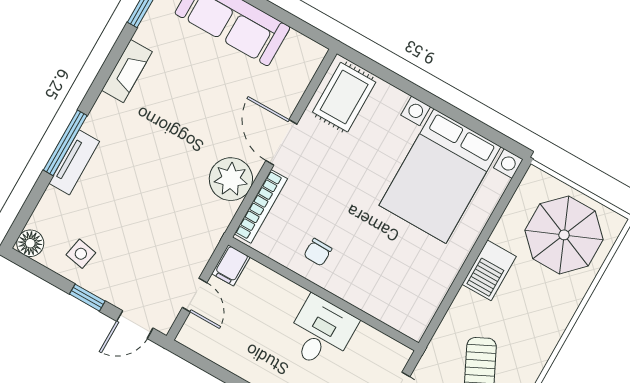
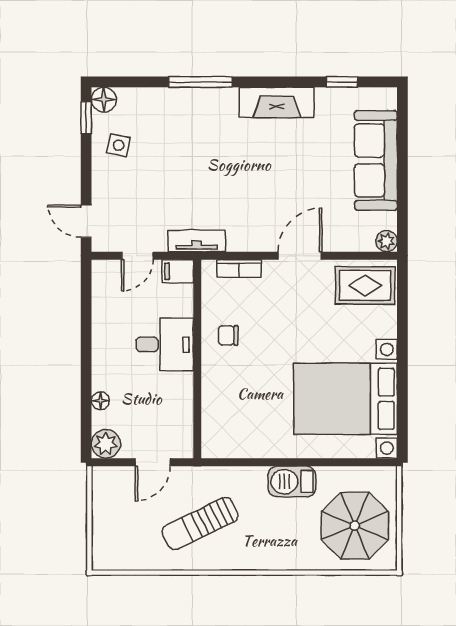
fireplace: (127, 71) -> (277, 102), width x1.37, depth x1.32
tv unit: (74, 162) -> (197, 241), moved, turned 180
plant: (231, 179) -> (386, 241), moved, width x0.53, depth x0.53
bookcase: (261, 206) -> (239, 268), width x0.64
window: (87, 298) -> (86, 118), moved
desk: (321, 333) -> (165, 344), moved

